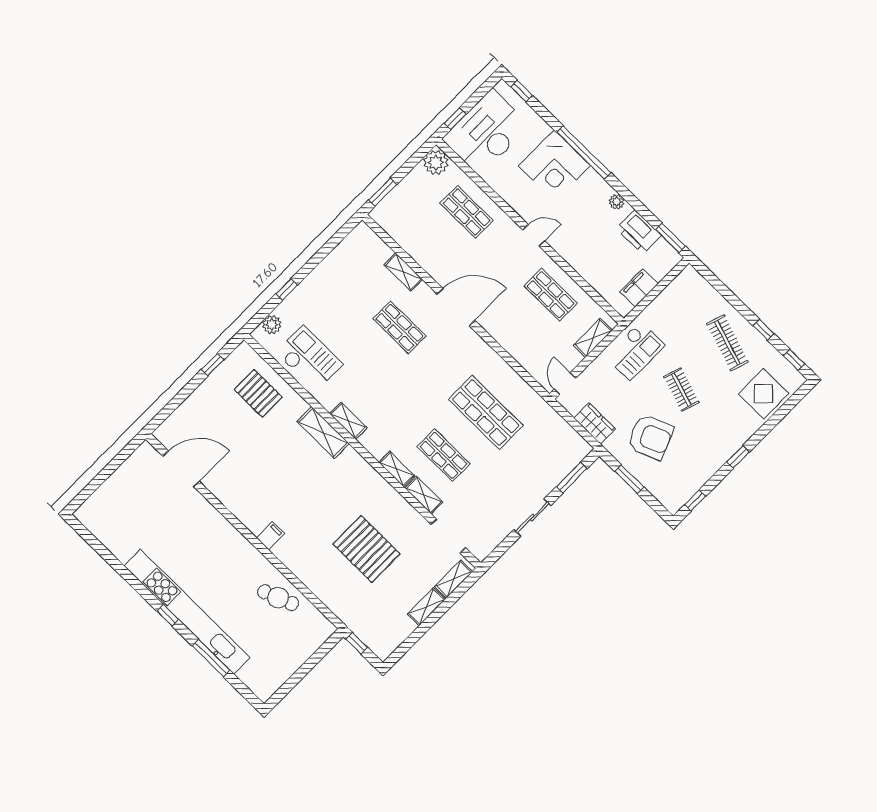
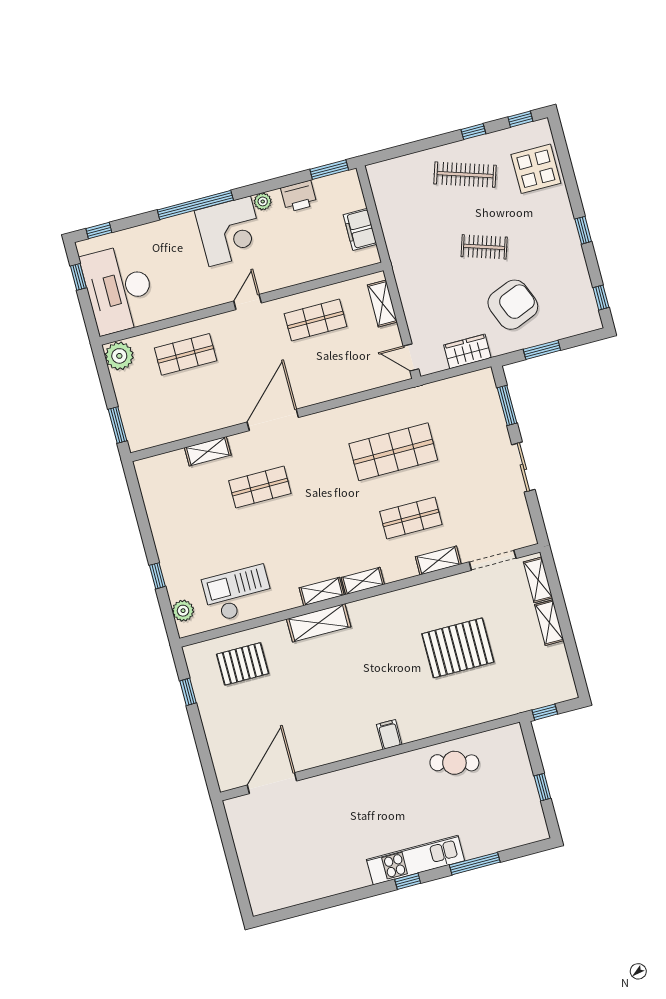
window: (455, 119) -> (78, 277), moved
corner desk: (554, 166) -> (230, 231), moved
printer: (639, 232) -> (299, 196), width x0.73, depth x0.84
checkout: (635, 351) -> (419, 270), removed
shelving: (397, 469) -> (363, 581), moved
cafe table: (278, 598) -> (454, 763), turned 36
kitchen unit: (187, 612) -> (416, 860), width x0.54
window: (299, 675) -> (542, 787), added

